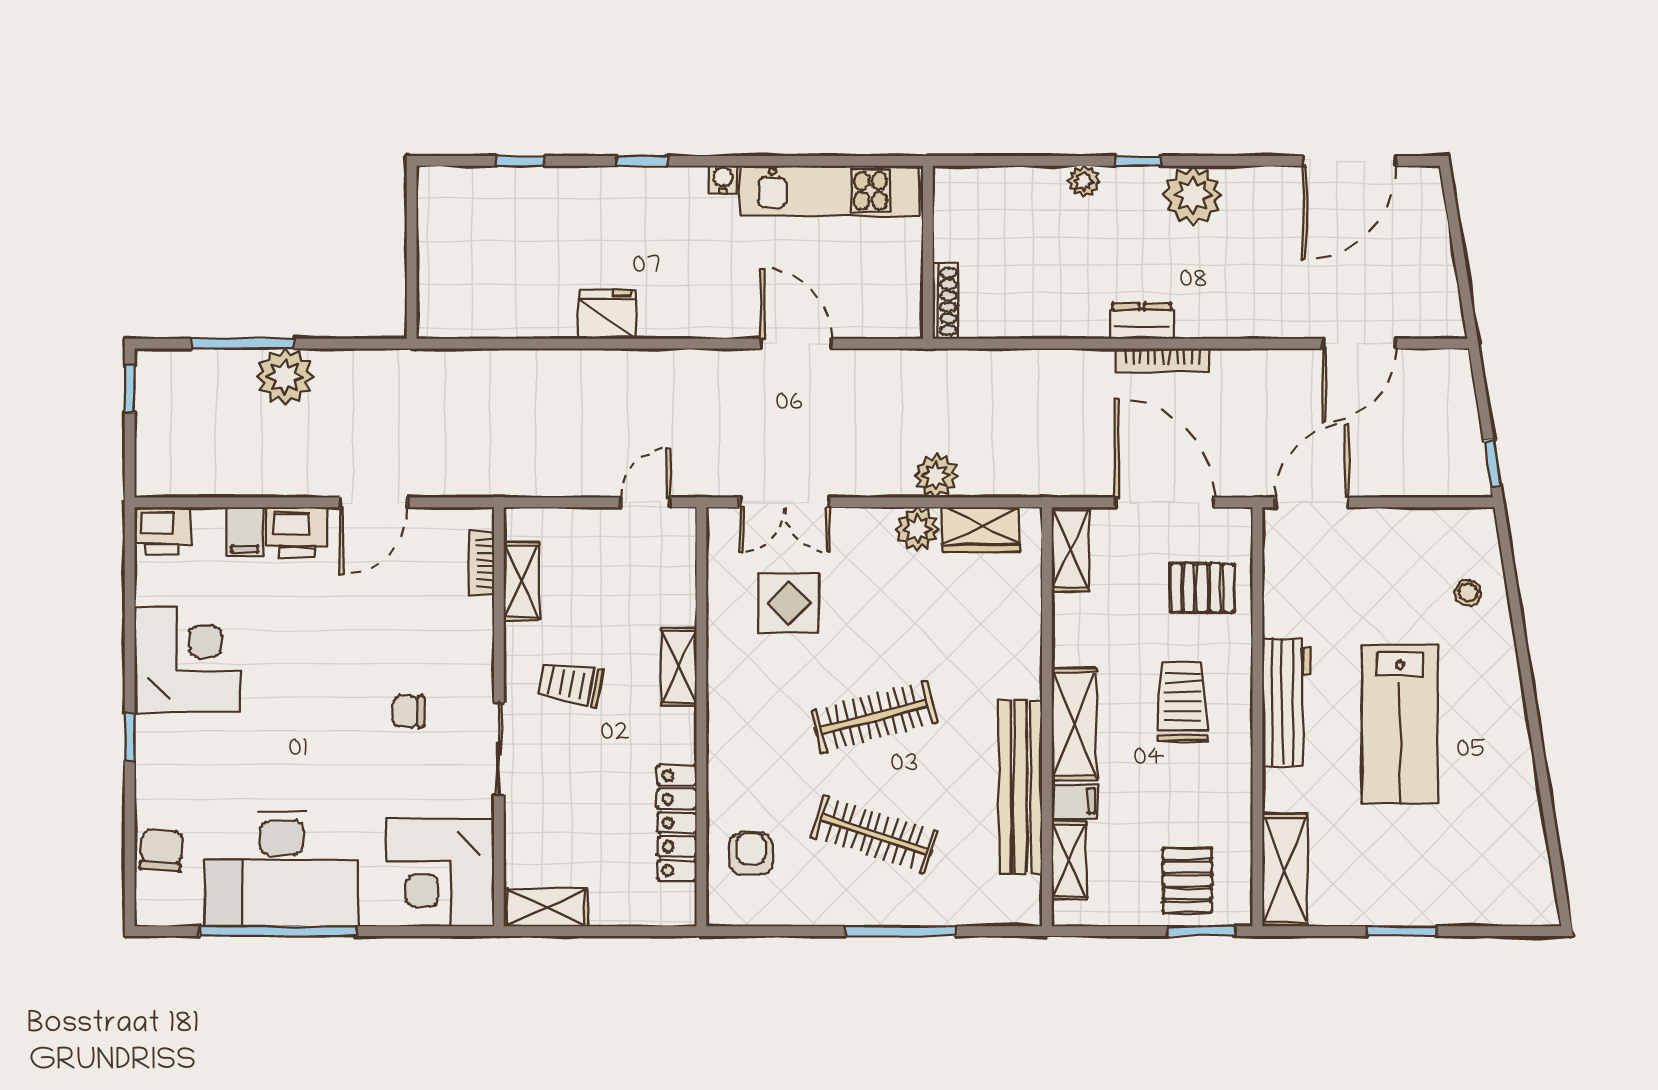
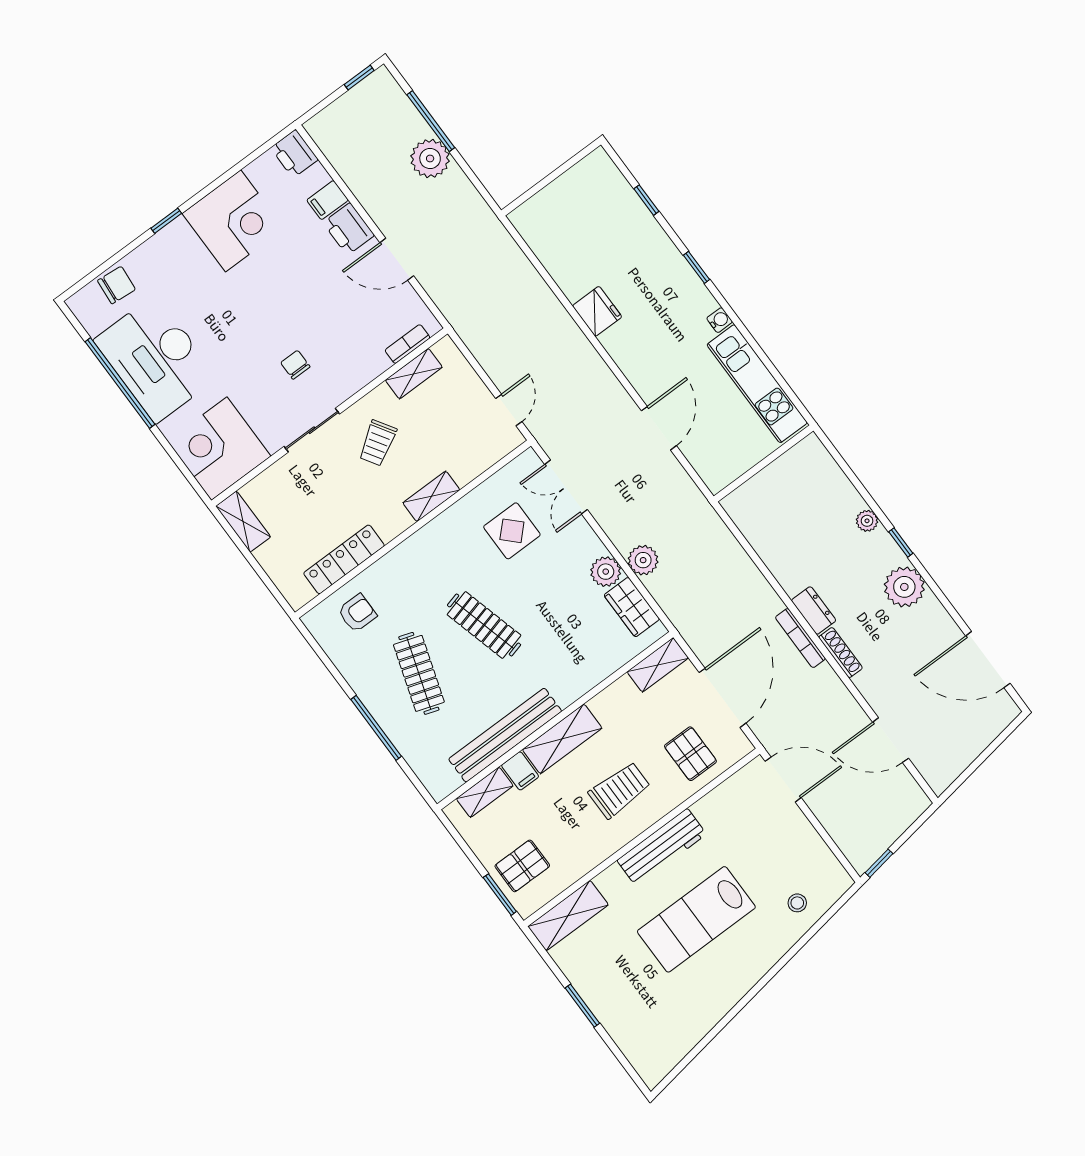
shoe rack: (945, 301) -> (841, 653), moved, turned -90
door: (646, 502) -> (509, 410), hinge flipped
trolley: (571, 683) -> (378, 443), turned -132

